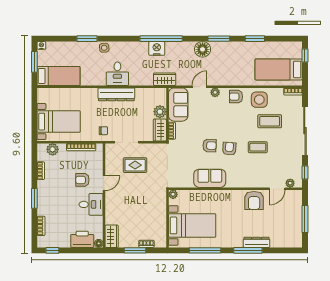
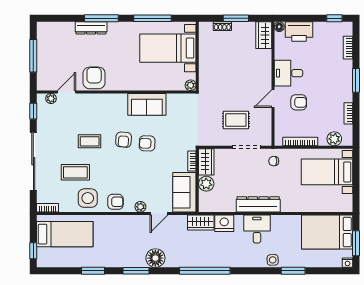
nightstand: (157, 48) -> (224, 223), moved, turned 180
bed: (59, 76) -> (327, 232), width x1.50

